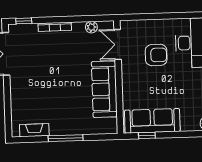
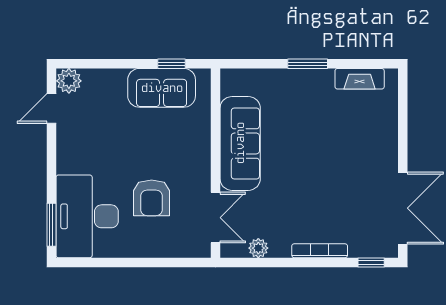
armchair: (156, 55) -> (152, 198), turned -90
sofa: (152, 121) -> (162, 88), width x0.73
window: (66, 138) -> (308, 64), width x0.69

